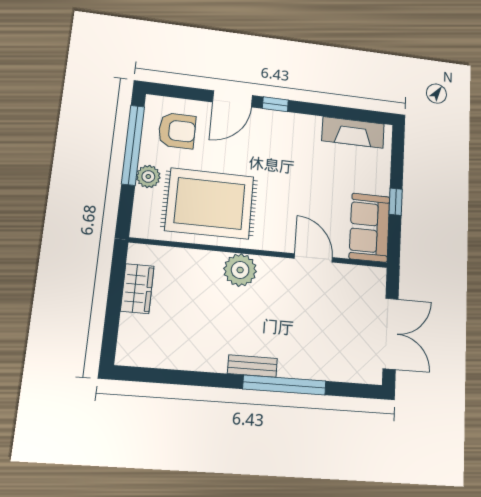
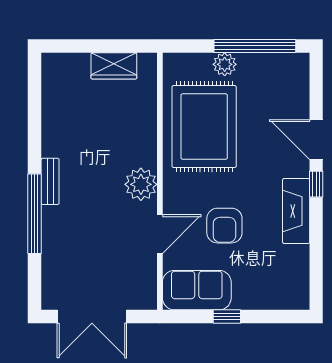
armchair: (177, 131) -> (224, 226), moved
fireplace: (353, 132) -> (296, 211), moved
plant: (240, 270) -> (141, 184), moved

